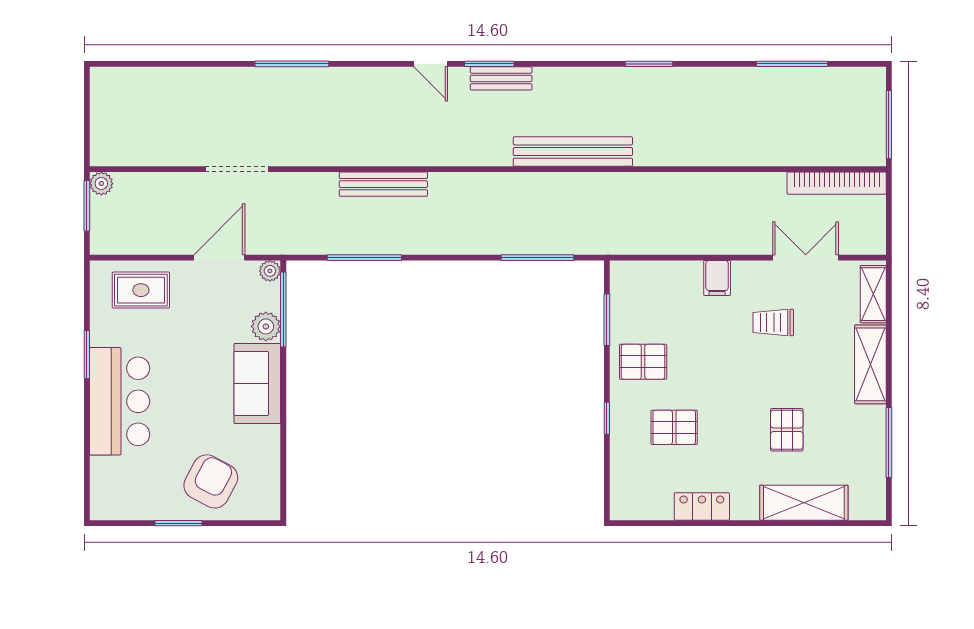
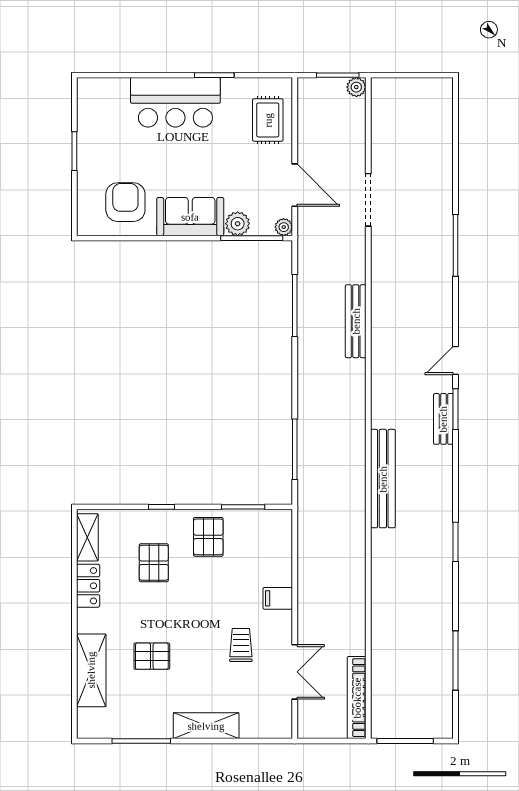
shelving: (873, 294) -> (87, 537), moved, turned 90
armchair: (211, 481) -> (125, 202), moved, turned -118

